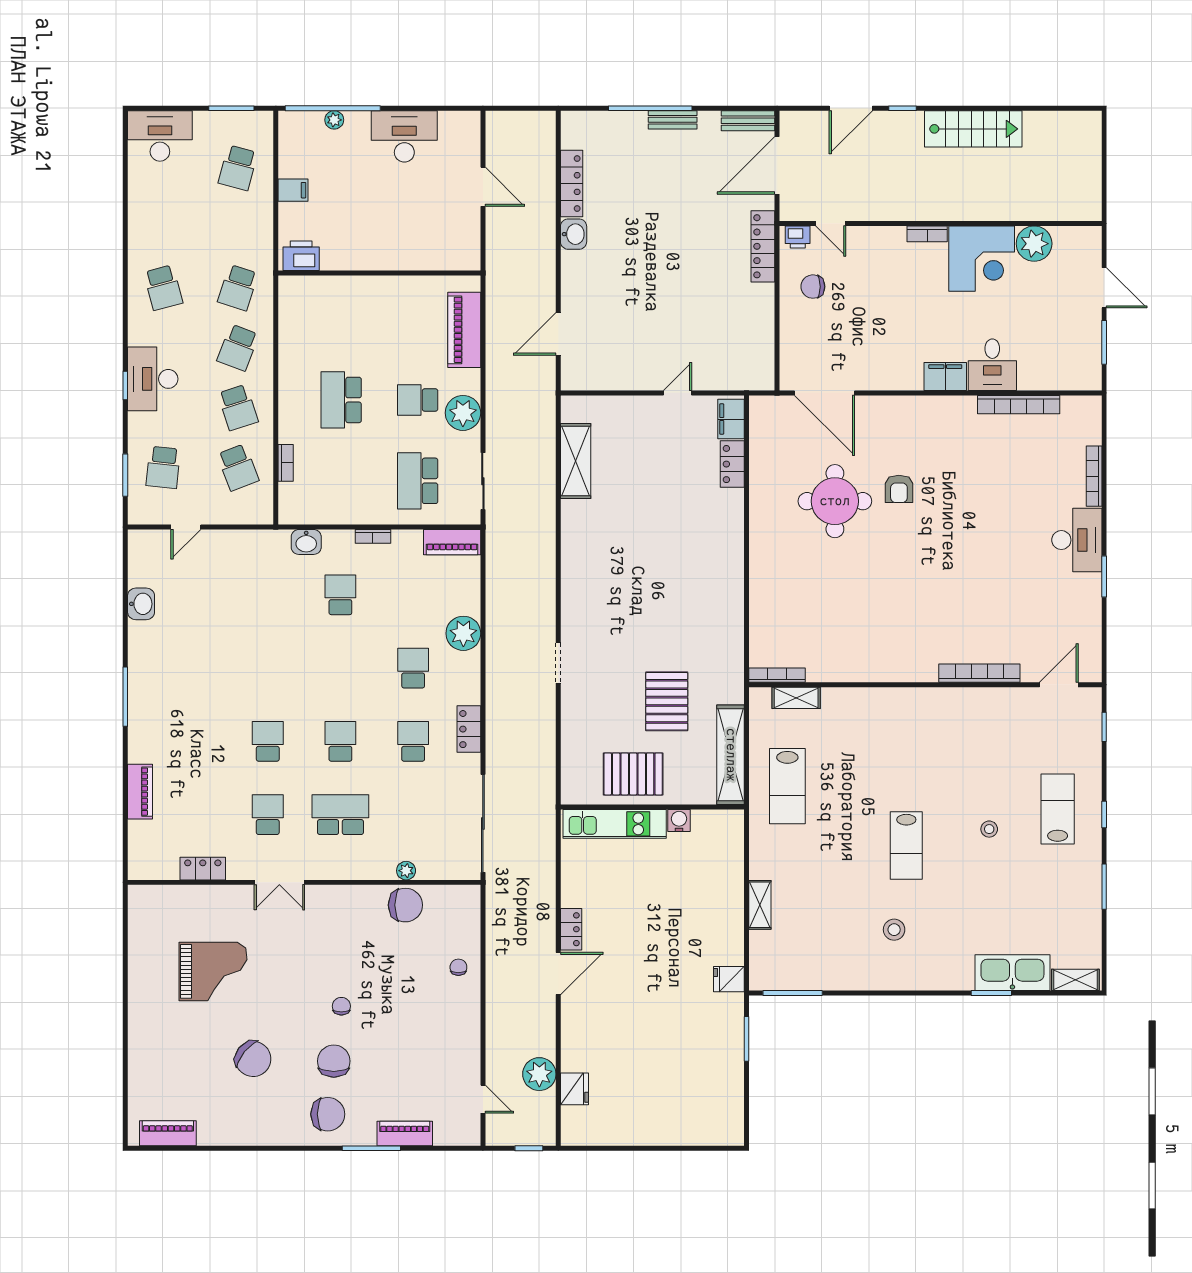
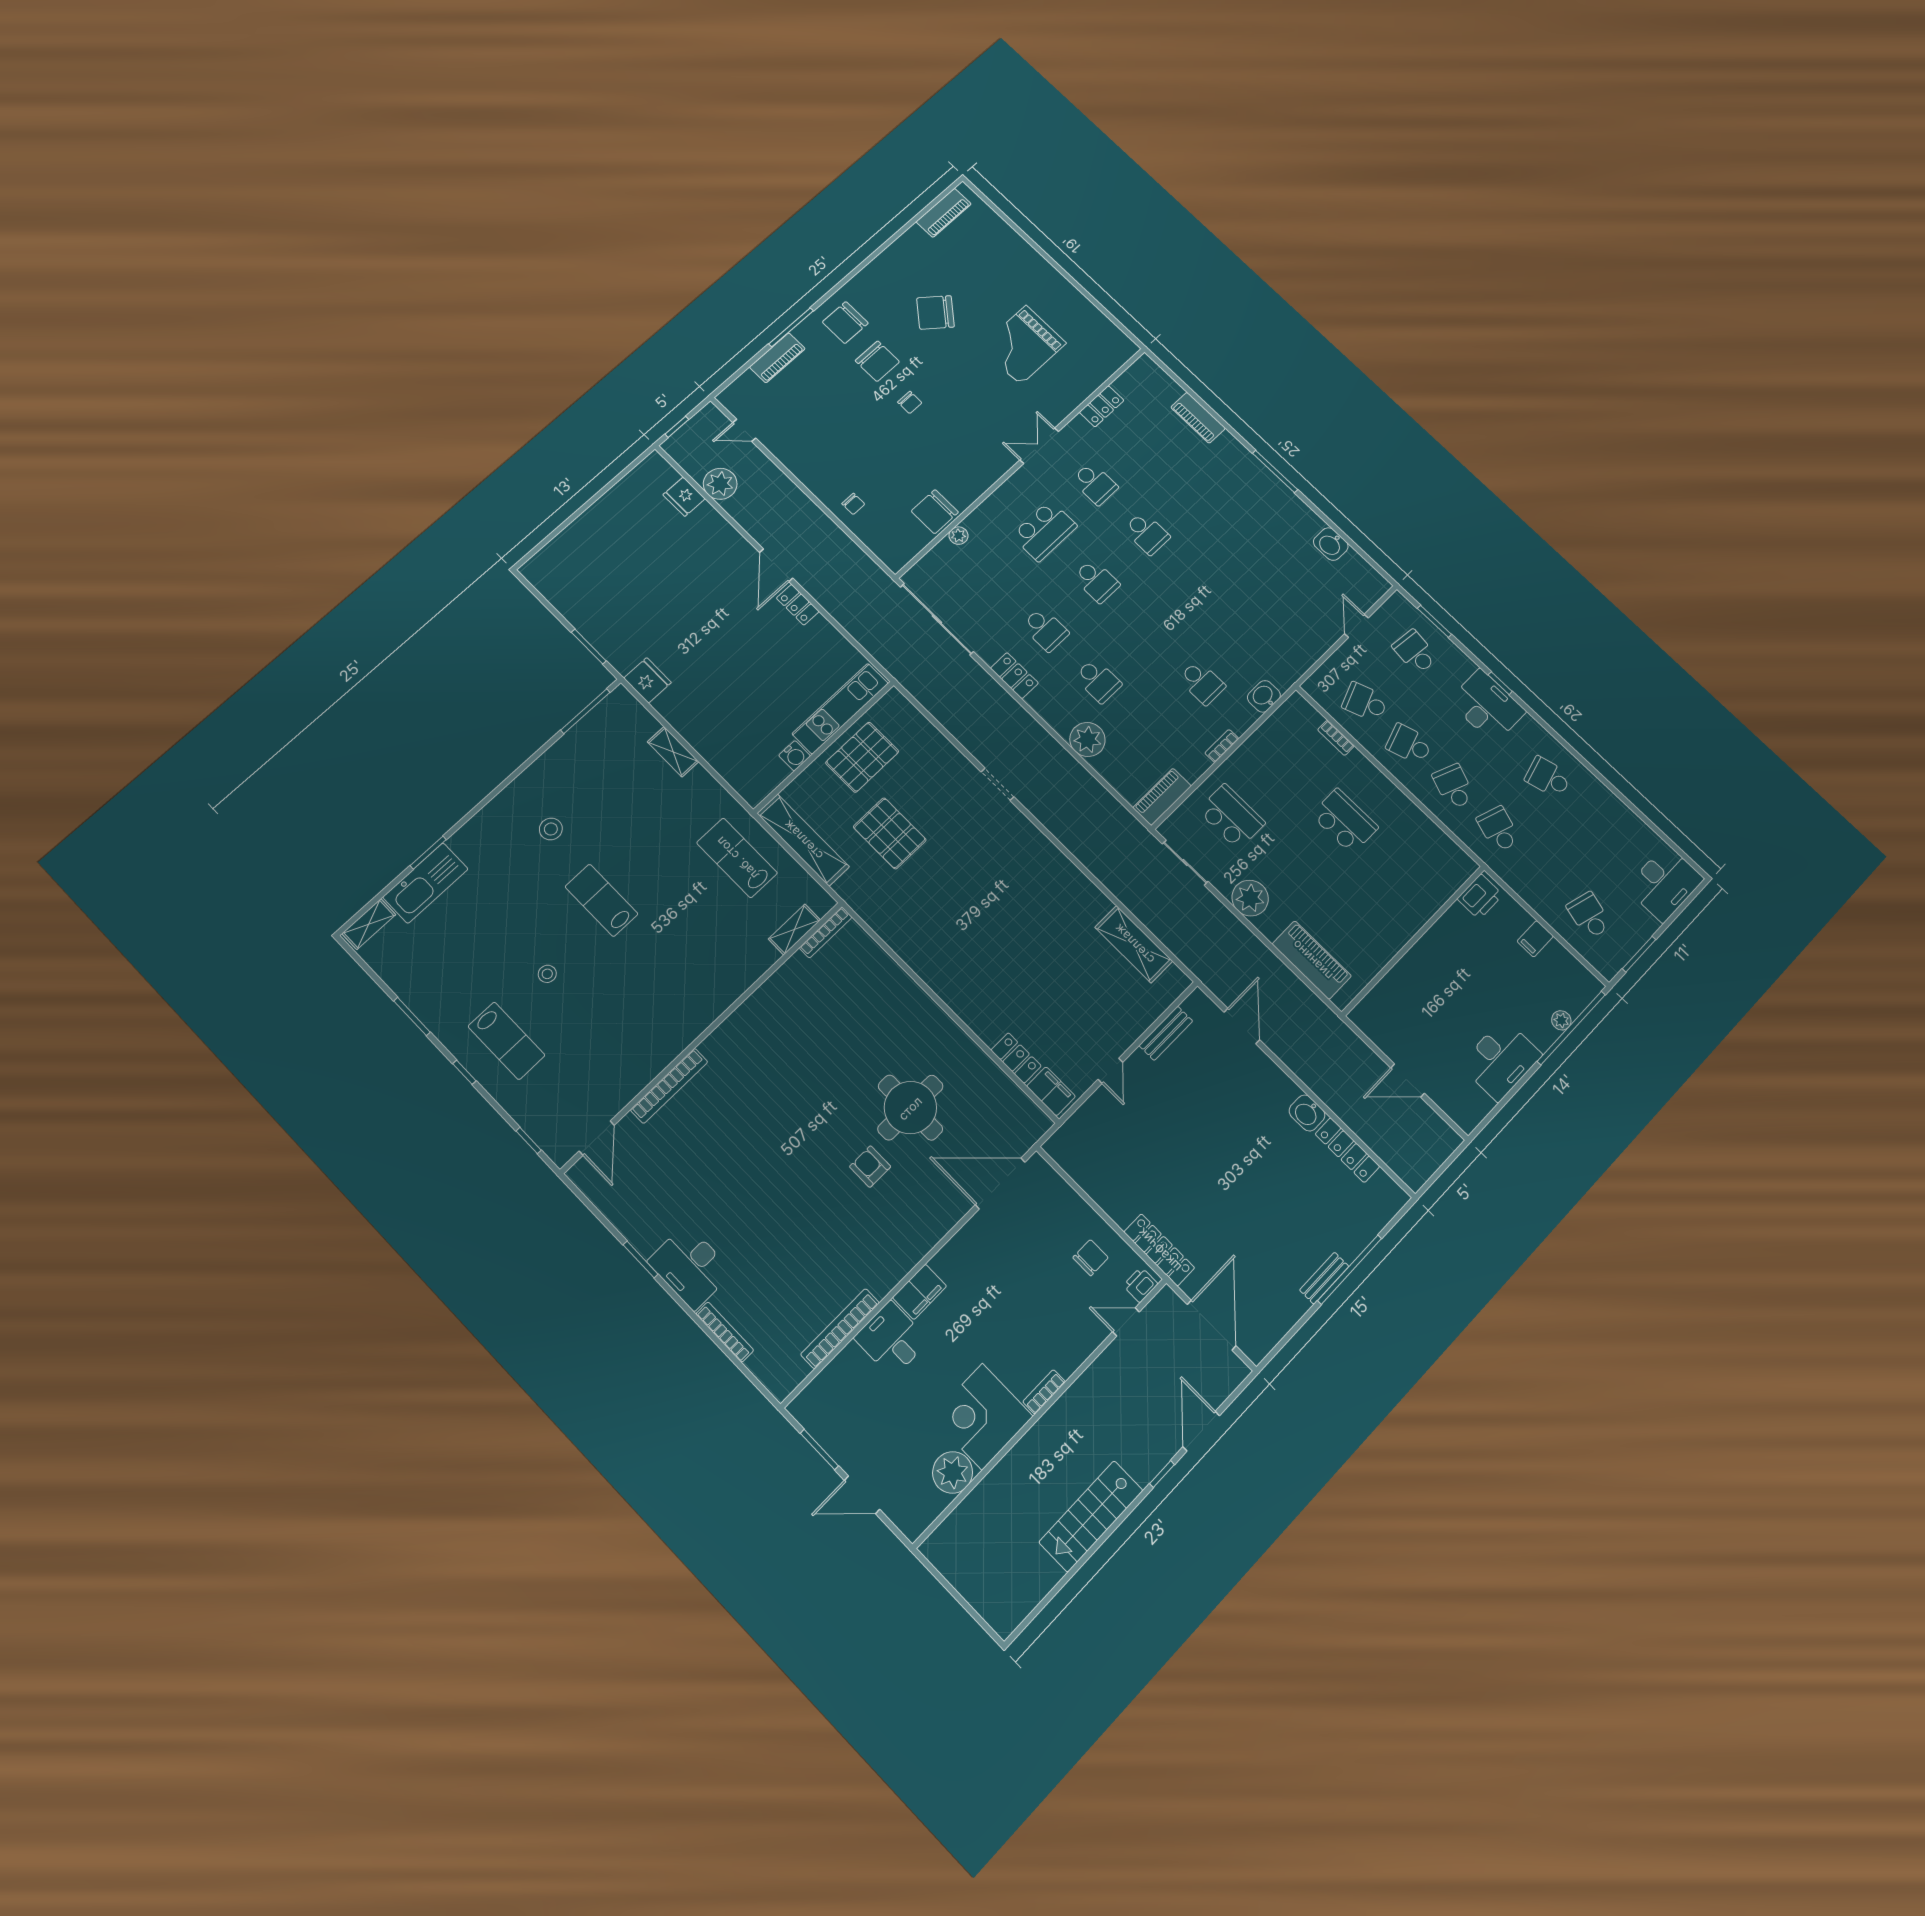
bench: (748, 121) -> (1166, 1033), moved
school desk: (418, 400) -> (1292, 875), removed
fridge: (729, 979) -> (648, 680), width x1.38

